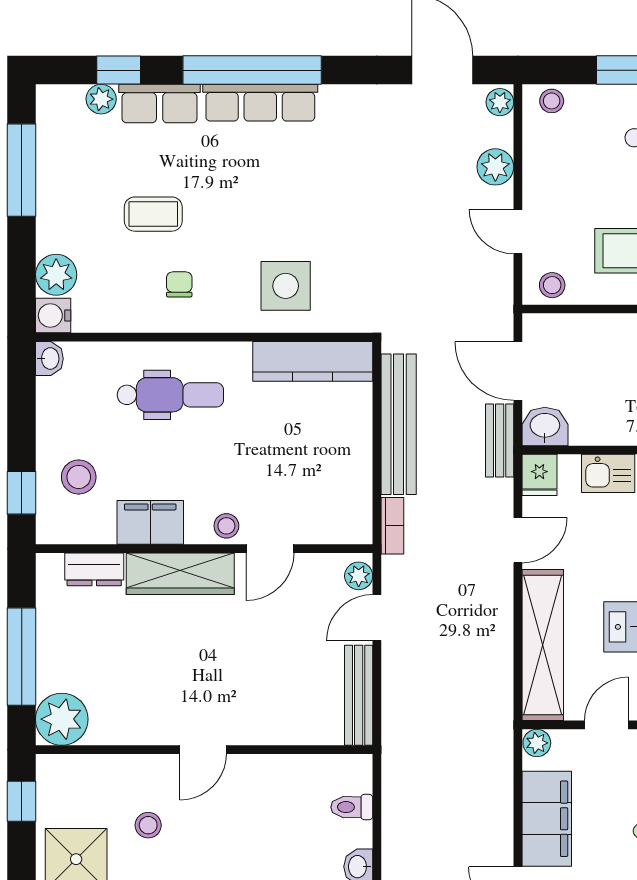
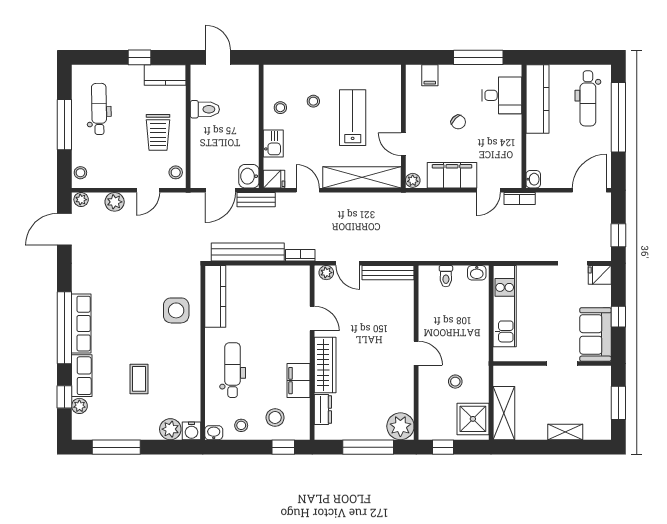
chair: (179, 284) -> (175, 365), removed
stool: (226, 526) -> (241, 425), moved

